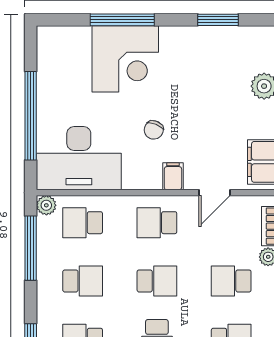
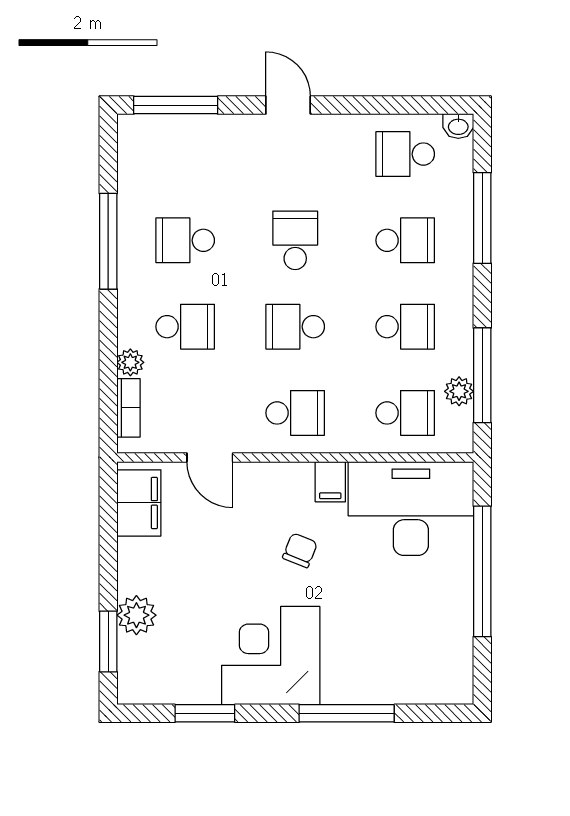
corner desk: (125, 59) -> (271, 656), moved
filing cabinet: (173, 176) -> (330, 482), moved
door: (215, 193) -> (210, 457), swing flipped
plant: (46, 205) -> (459, 391), moved
school desk: (83, 281) -> (405, 327), turned 180

